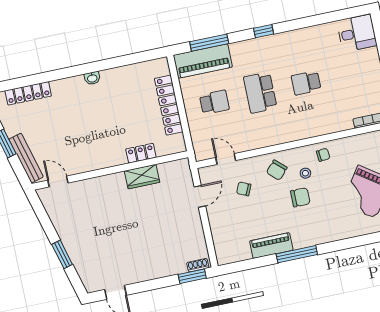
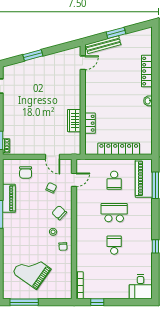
window: (264, 31) -> (155, 246), moved
locker: (28, 93) -> (147, 71), moved
chair: (300, 197) -> (26, 172), moved

